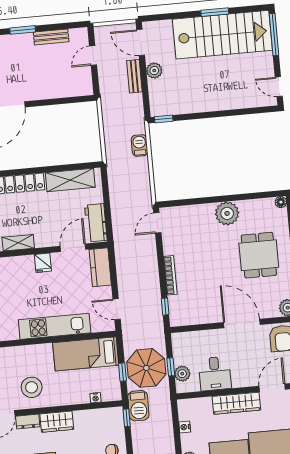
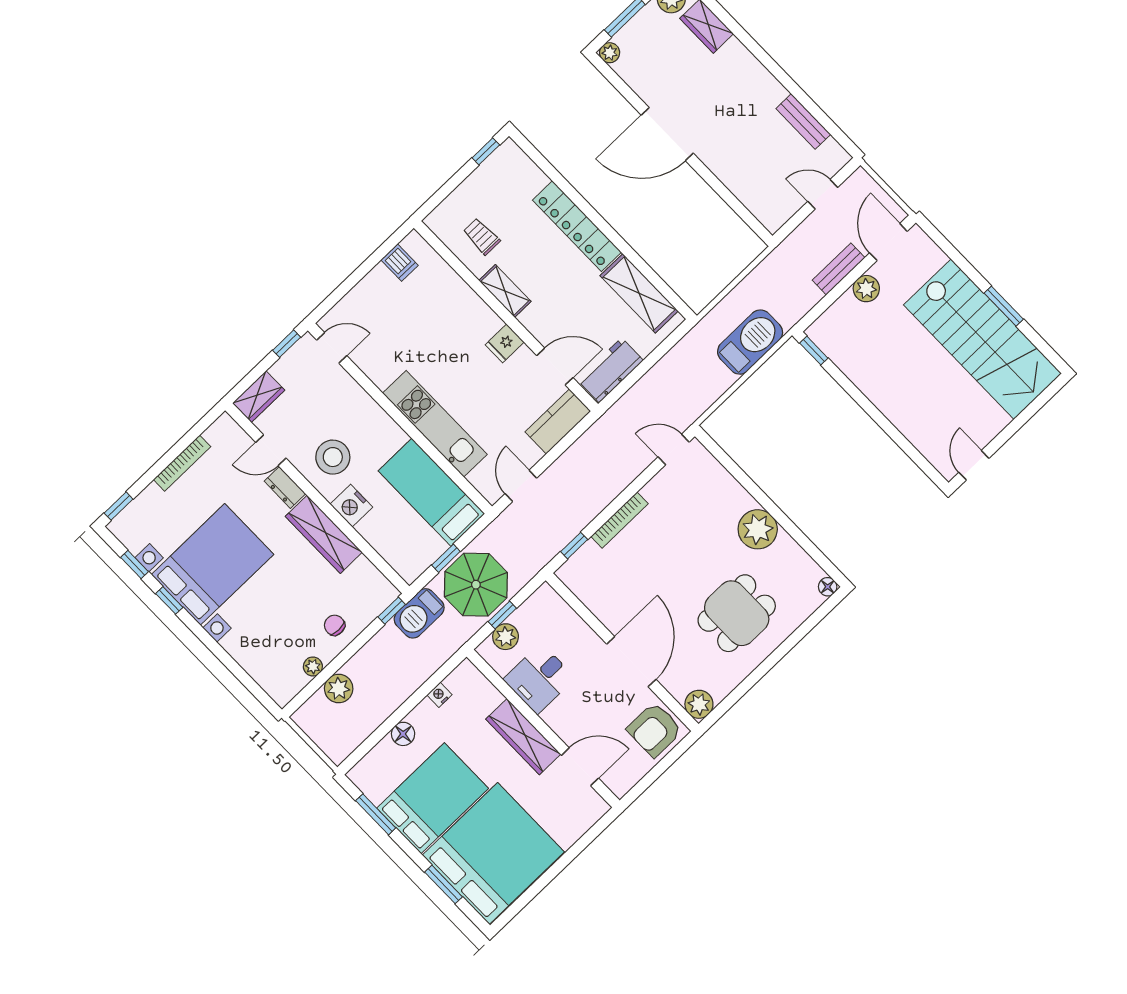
window: (23, 30) -> (783, 78), removed
window: (274, 34) -> (1036, 405), removed
barbecue: (139, 146) -> (750, 342), width x1.88, depth x1.53
nightstand: (96, 398) -> (351, 506), moved, width x1.89, depth x1.79
wardrobe: (57, 422) -> (324, 534), width x1.50

